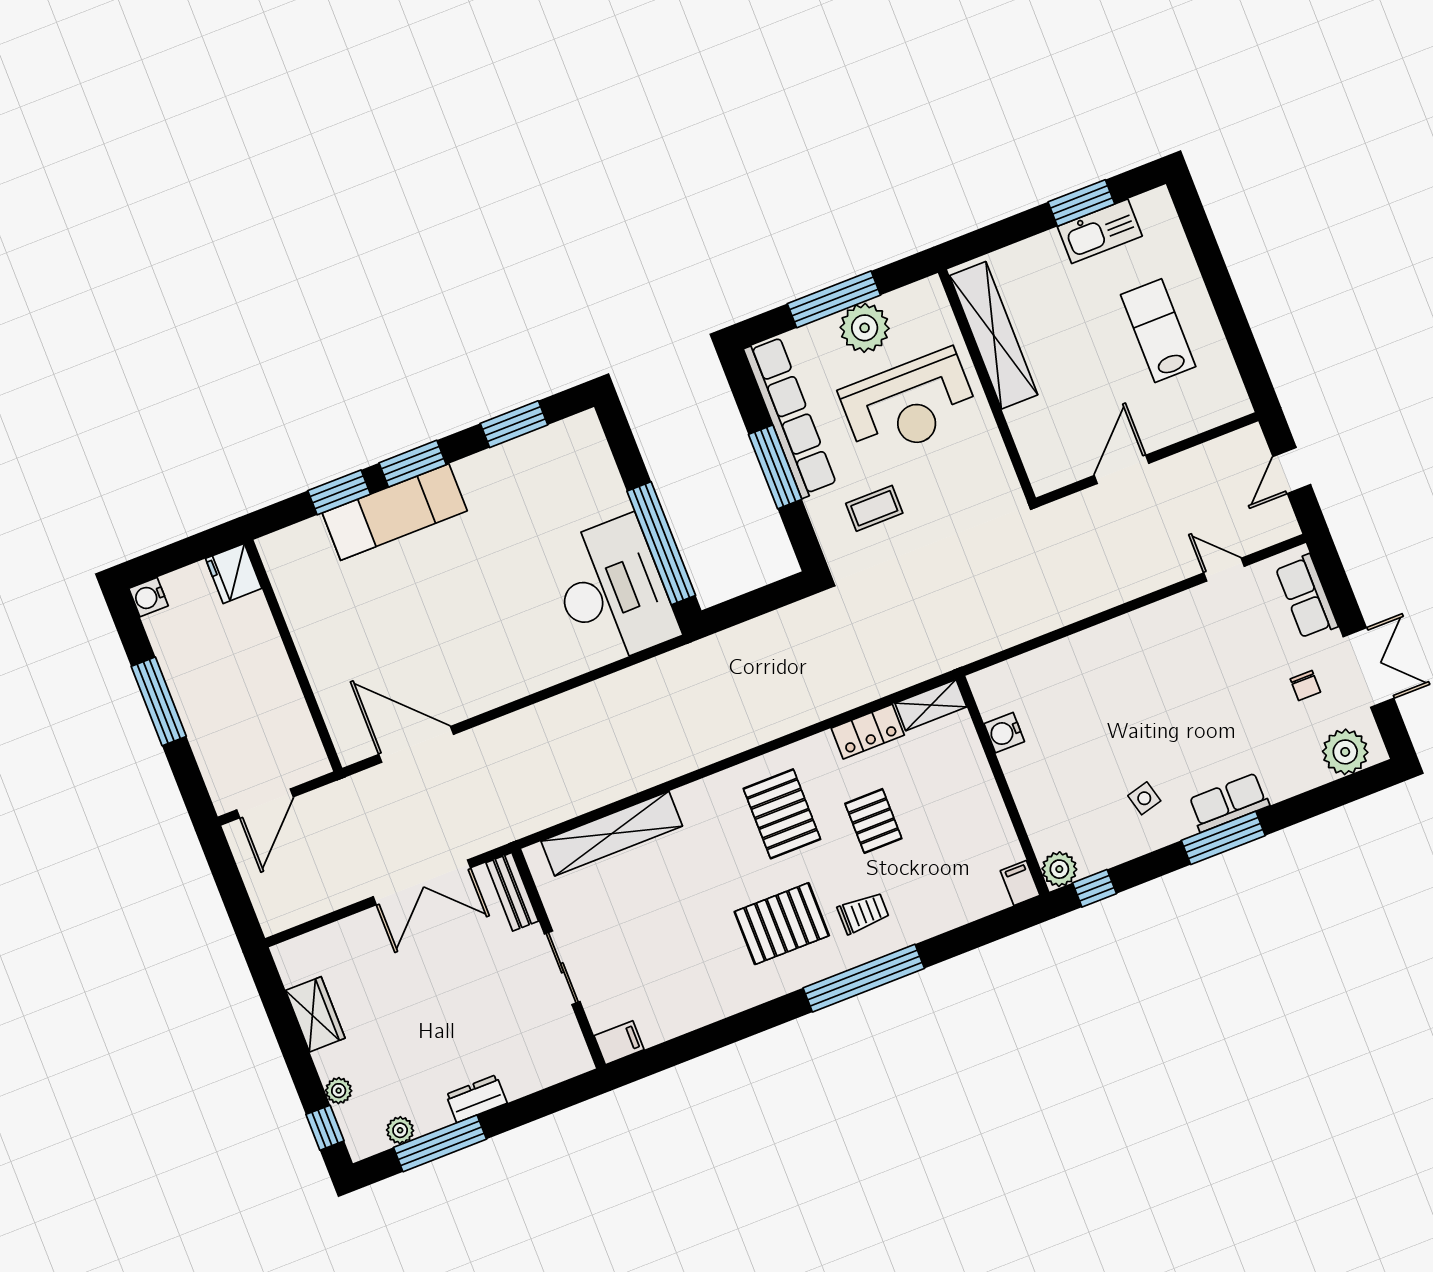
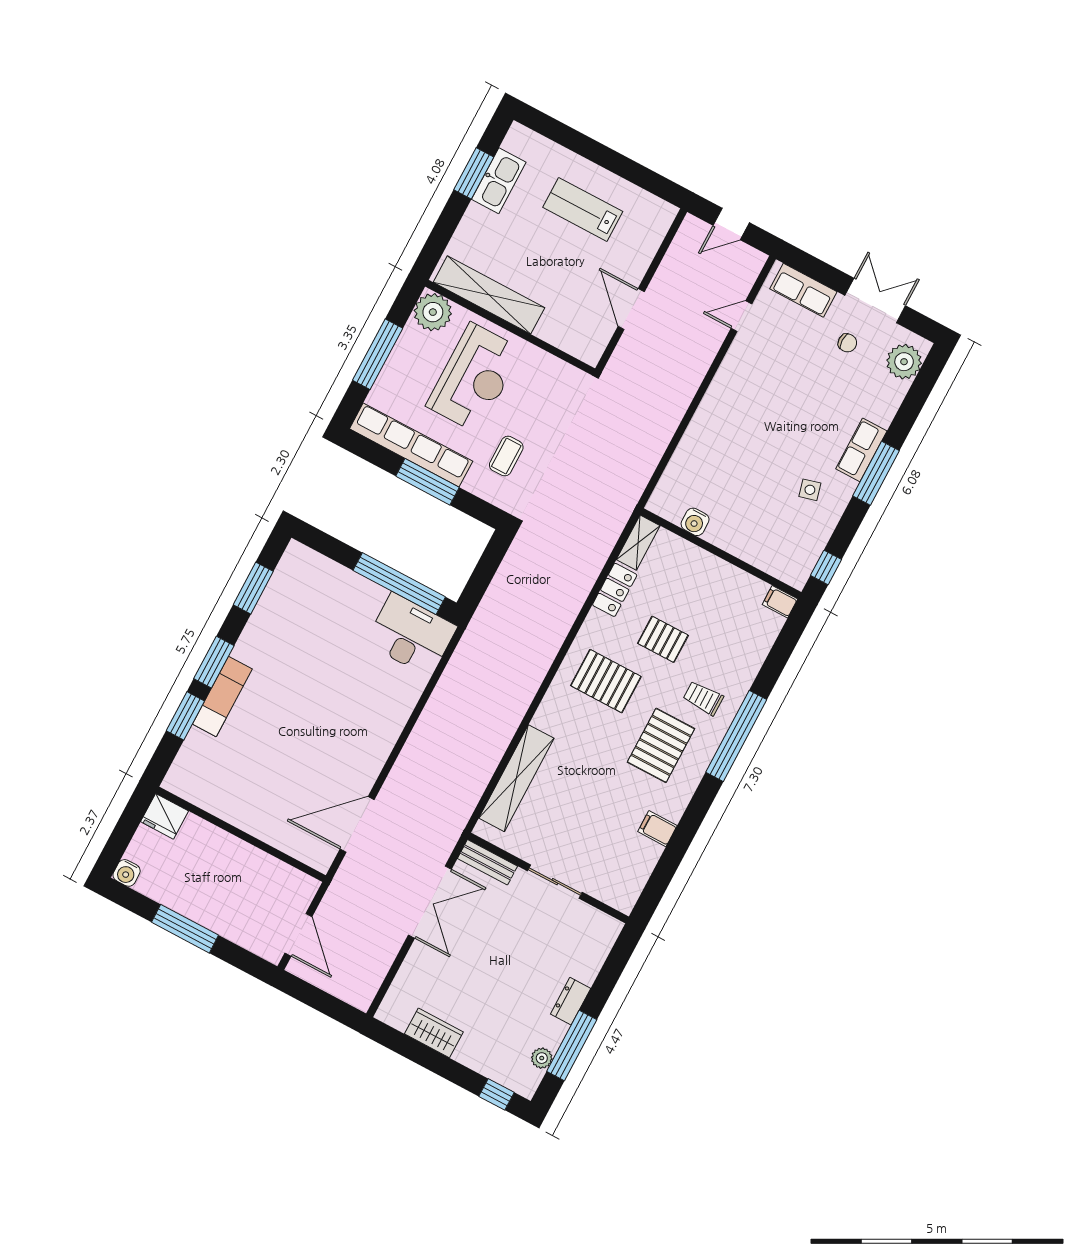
plant: (865, 328) -> (433, 312), moved
door: (1292, 470) -> (731, 224), hinge flipped
exam couch: (395, 512) -> (222, 696), width x0.73, depth x0.69
desk: (612, 591) -> (411, 635), width x0.73, depth x0.77
plant: (1059, 869) -> (796, 574), removed
trolley: (863, 913) -> (703, 698), turned -90
filing cabinet: (619, 1043) -> (657, 829), moved, turned -90
plant: (339, 1091) -> (486, 1066), removed

